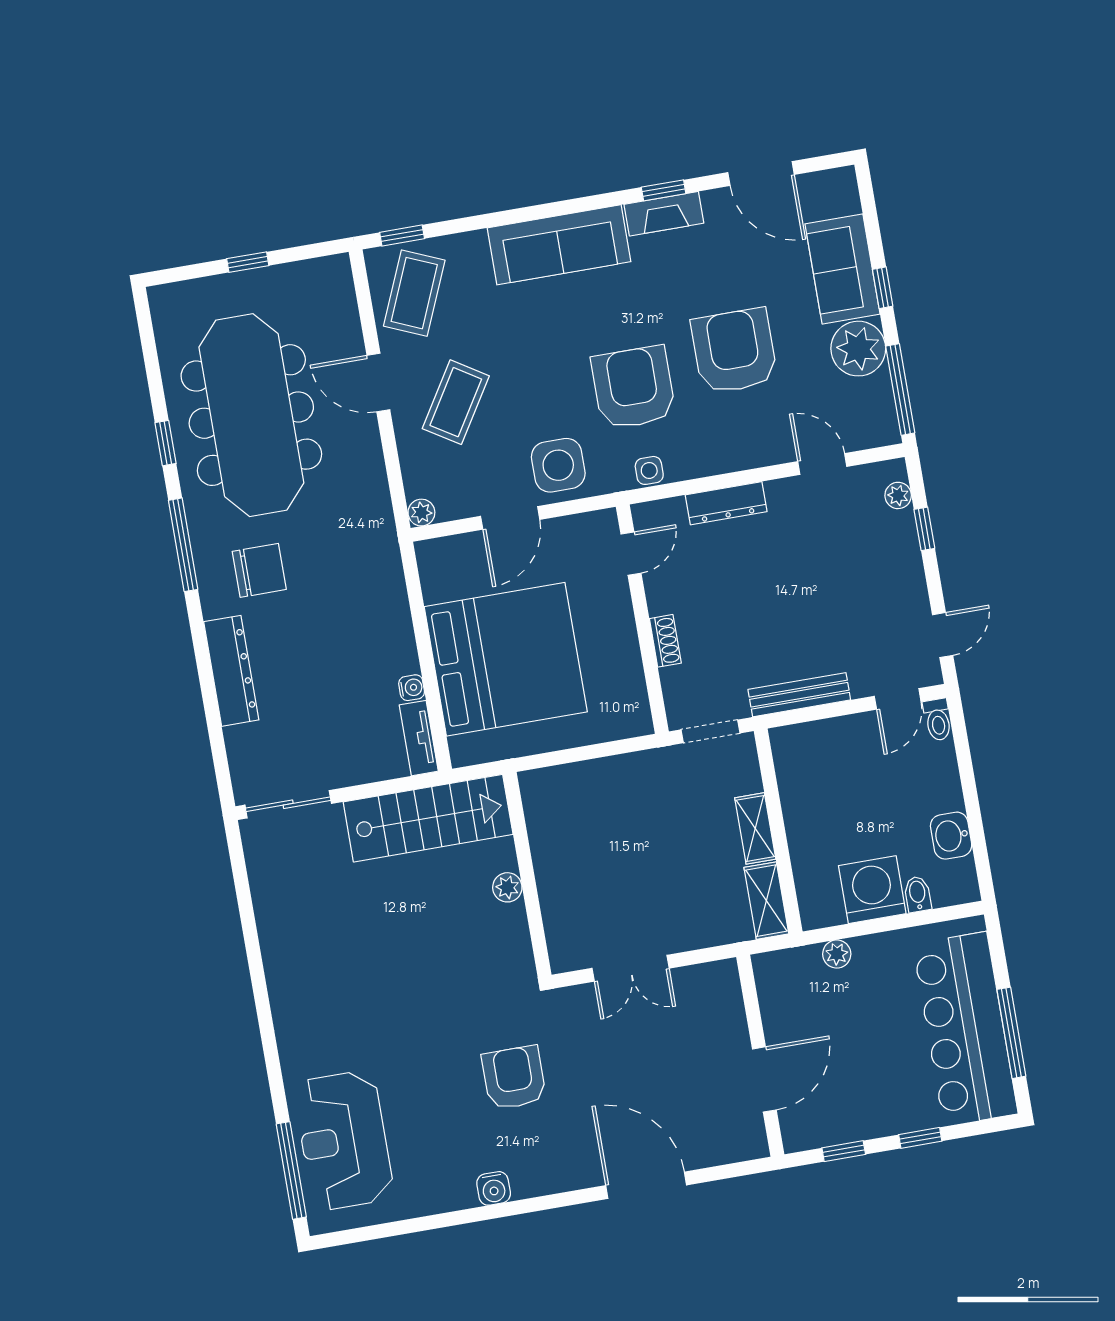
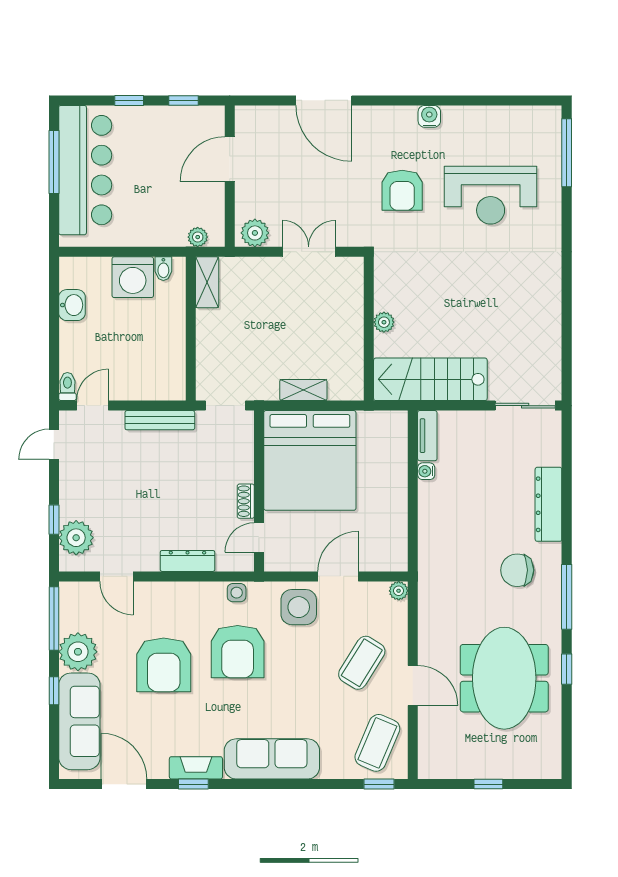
sofa: (842, 269) -> (79, 721), width x1.36
meeting table: (251, 415) -> (504, 678), width x0.73
plant: (898, 495) -> (76, 538), width x1.87, depth x1.87
shoe rack: (665, 641) -> (246, 501), moved
bed: (506, 659) -> (310, 460), moved, turned -90
shelving: (755, 828) -> (303, 390), moved, turned 90
bidet: (918, 894) -> (163, 269), moved
plant: (837, 954) -> (198, 237), moved
plant: (711, 982) -> (255, 233), added
reception desk: (344, 1140) -> (491, 195), moved, turned 90

